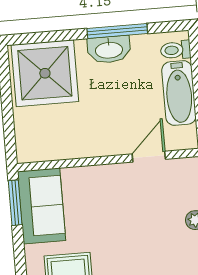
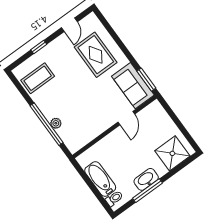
shower: (45, 73) -> (172, 153), width x0.73, depth x0.73
door: (149, 157) -> (126, 118), moved

